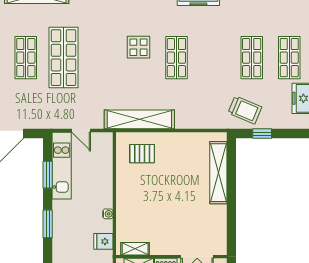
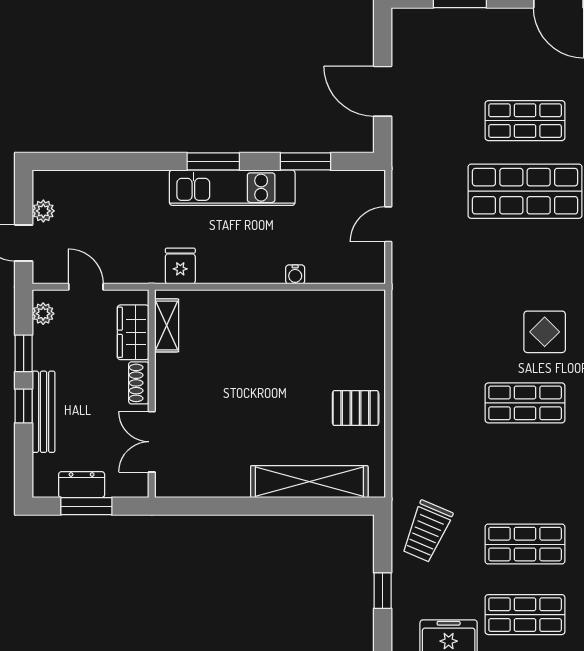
shelving: (139, 119) -> (409, 333), removed
window: (262, 134) -> (383, 591), moved
pallet: (142, 154) -> (356, 408), moved, turned 90
kitchen unit: (62, 166) -> (232, 188), moved
water cooler: (108, 214) -> (295, 274), moved

